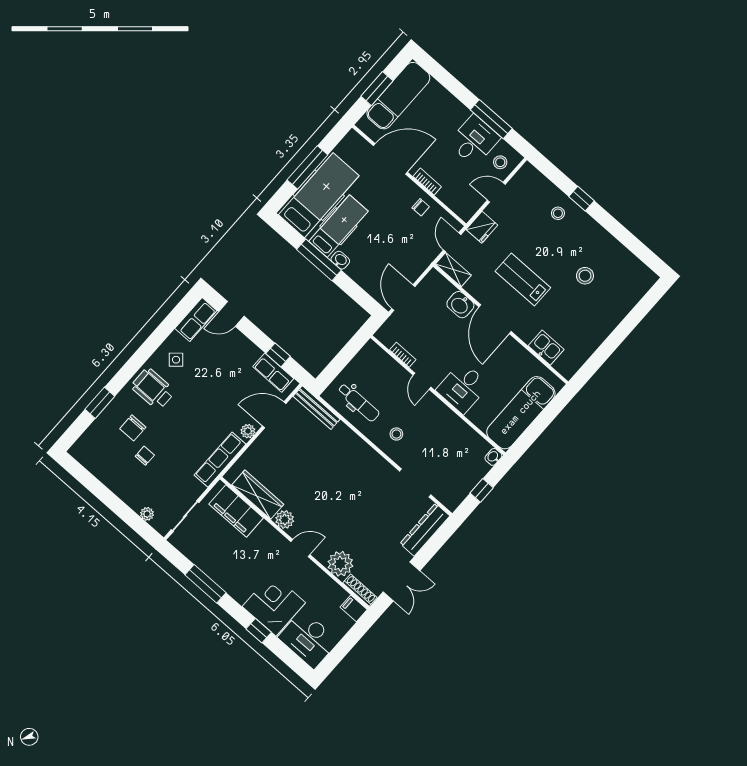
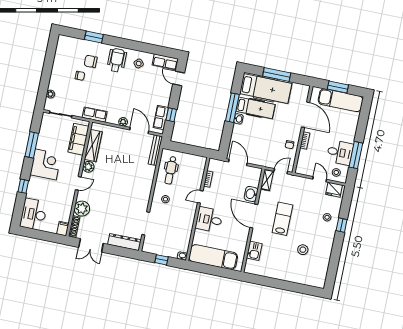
fridge: (482, 227) -> (334, 190), moved
door: (403, 298) -> (238, 162), hinge flipped
door: (495, 319) -> (254, 216), hinge flipped
row of seats: (220, 460) -> (95, 115), width x0.68
door: (300, 548) -> (78, 183), hinge flipped
corner desk: (274, 605) -> (46, 164), moved

